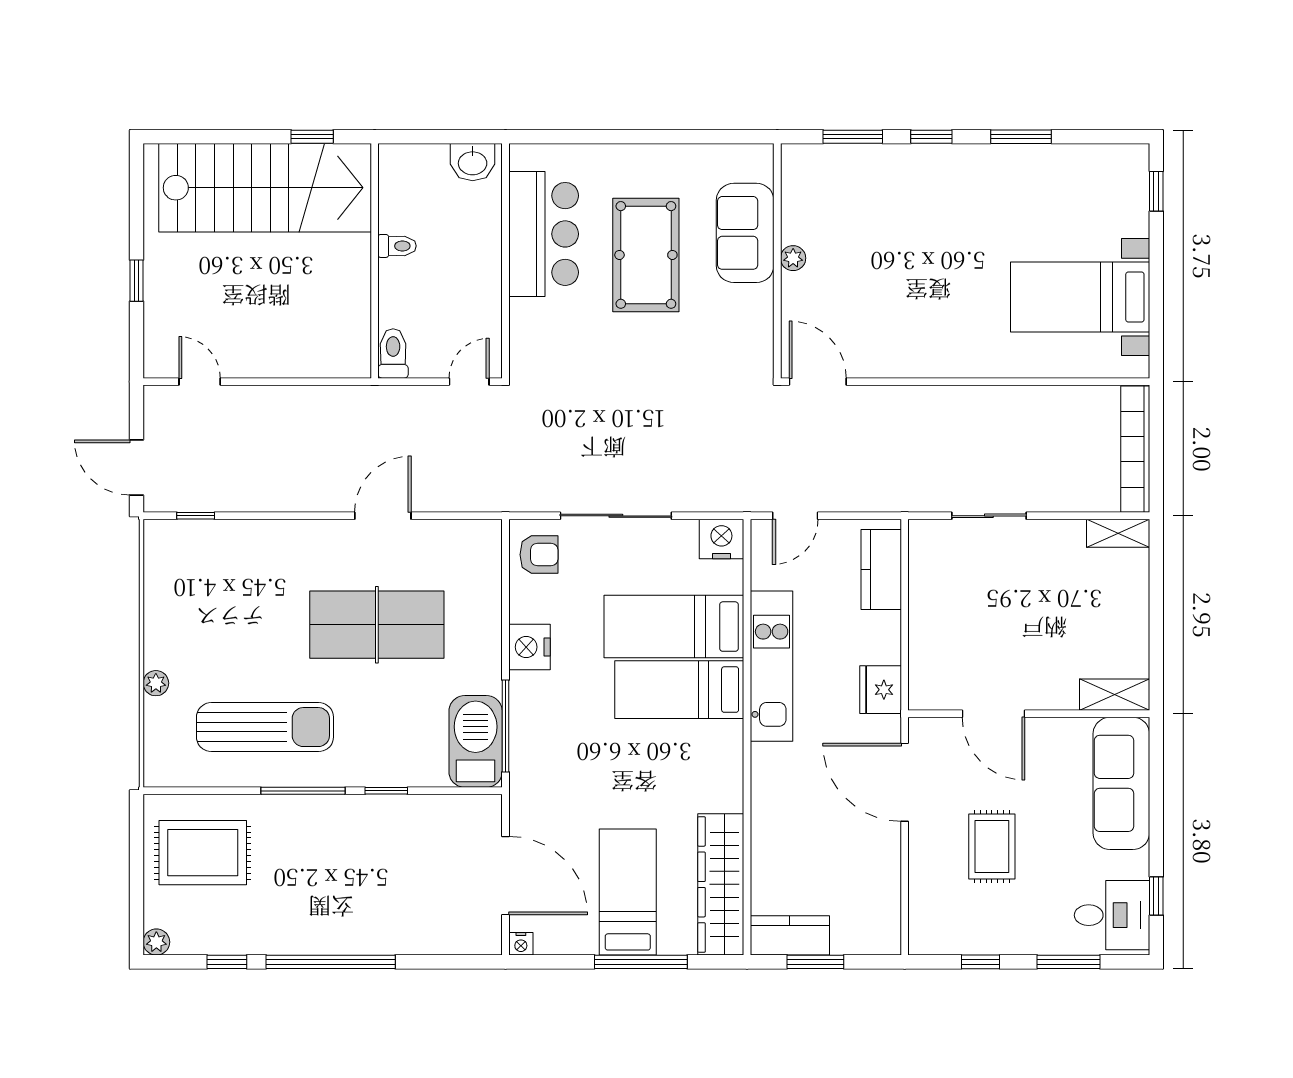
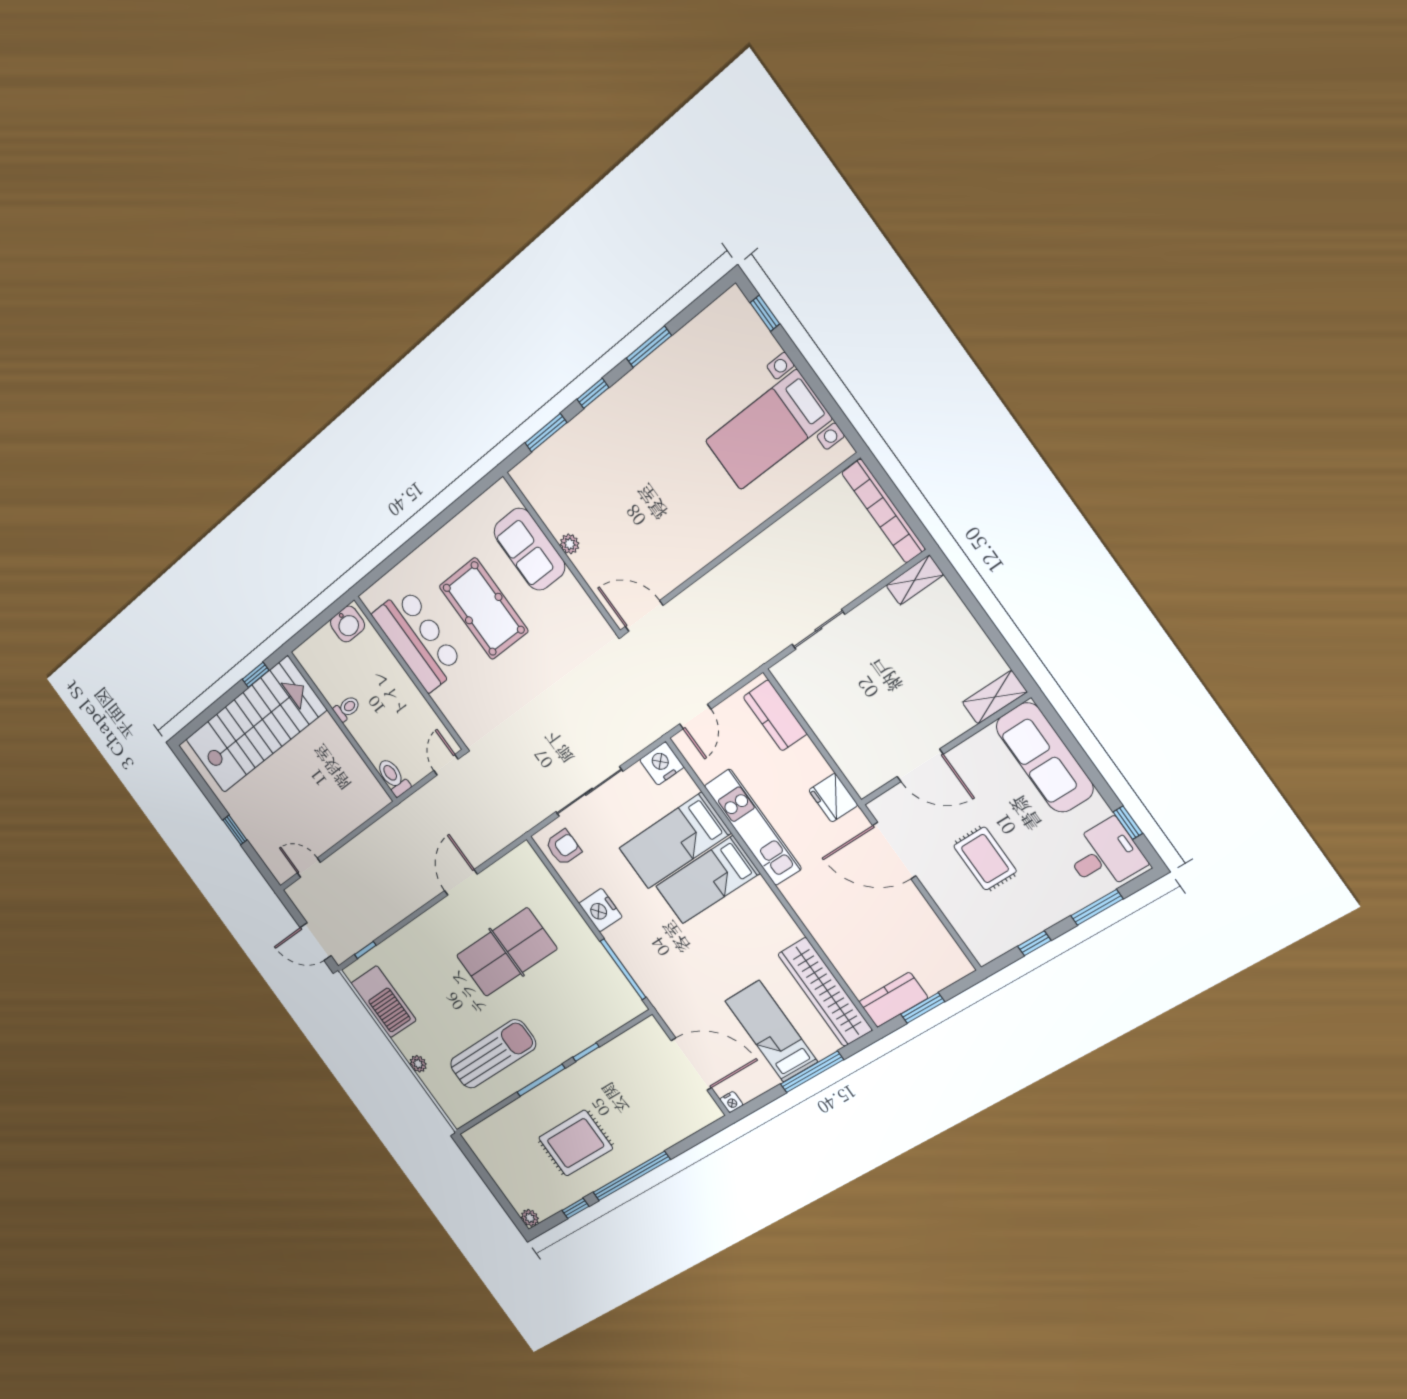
barbecue: (476, 741) -> (384, 1002), moved, turned 180
rug: (203, 853) -> (576, 1143), moved

